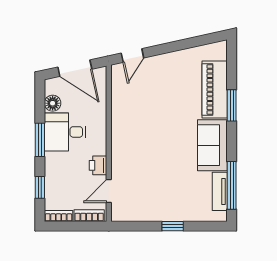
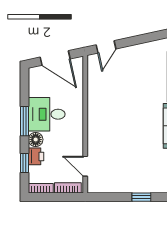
floor lamp: (53, 103) -> (36, 140), moved
printer: (98, 165) -> (36, 156), moved, turned 180
door: (109, 191) -> (85, 166), hinge flipped

